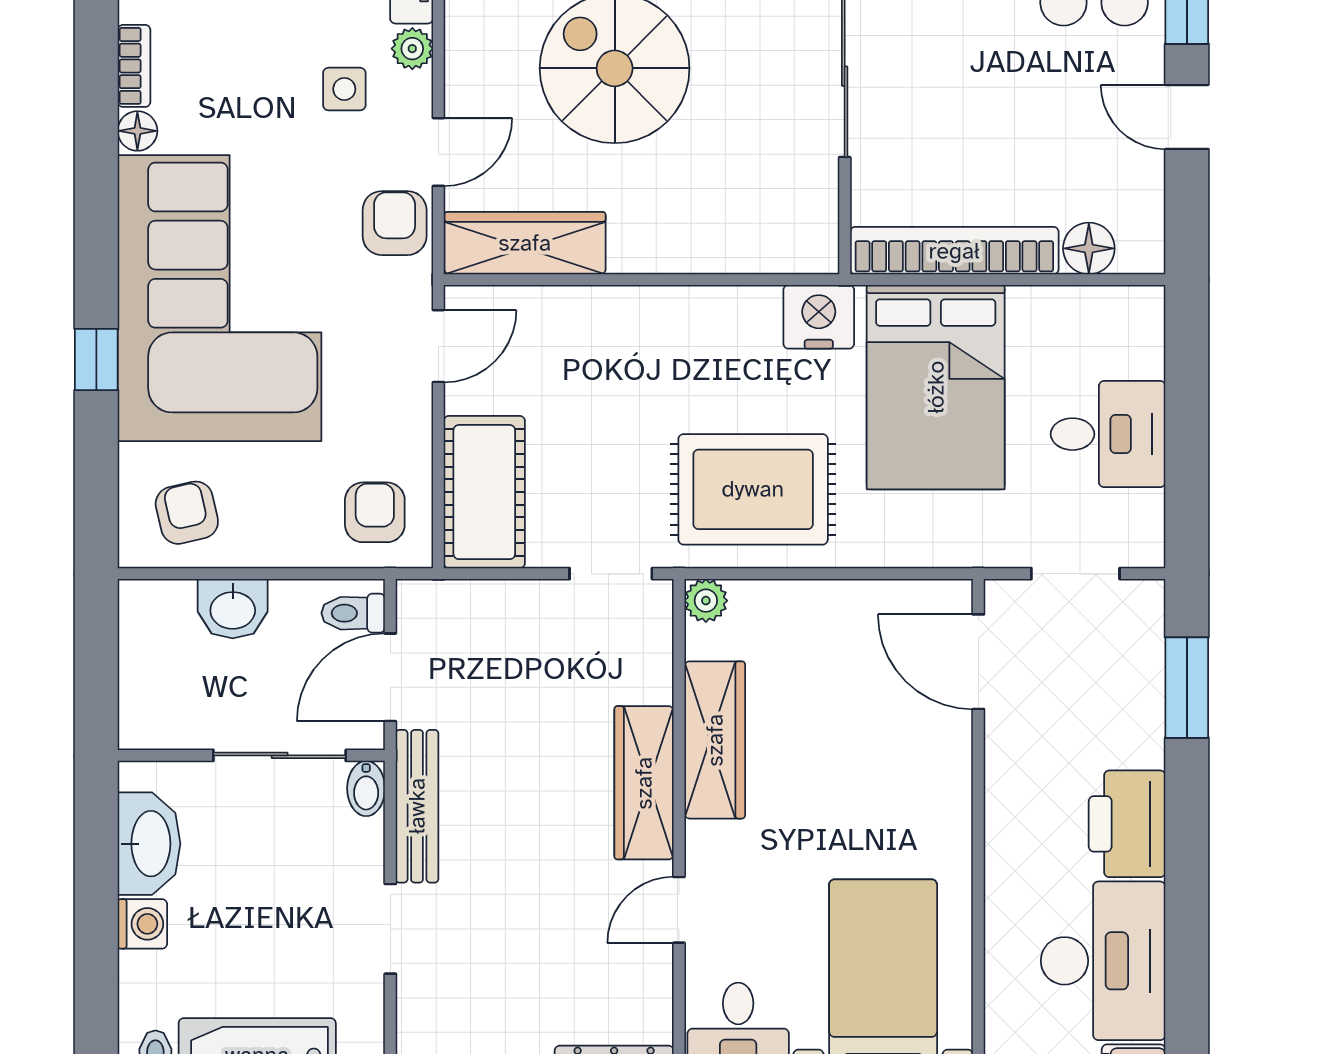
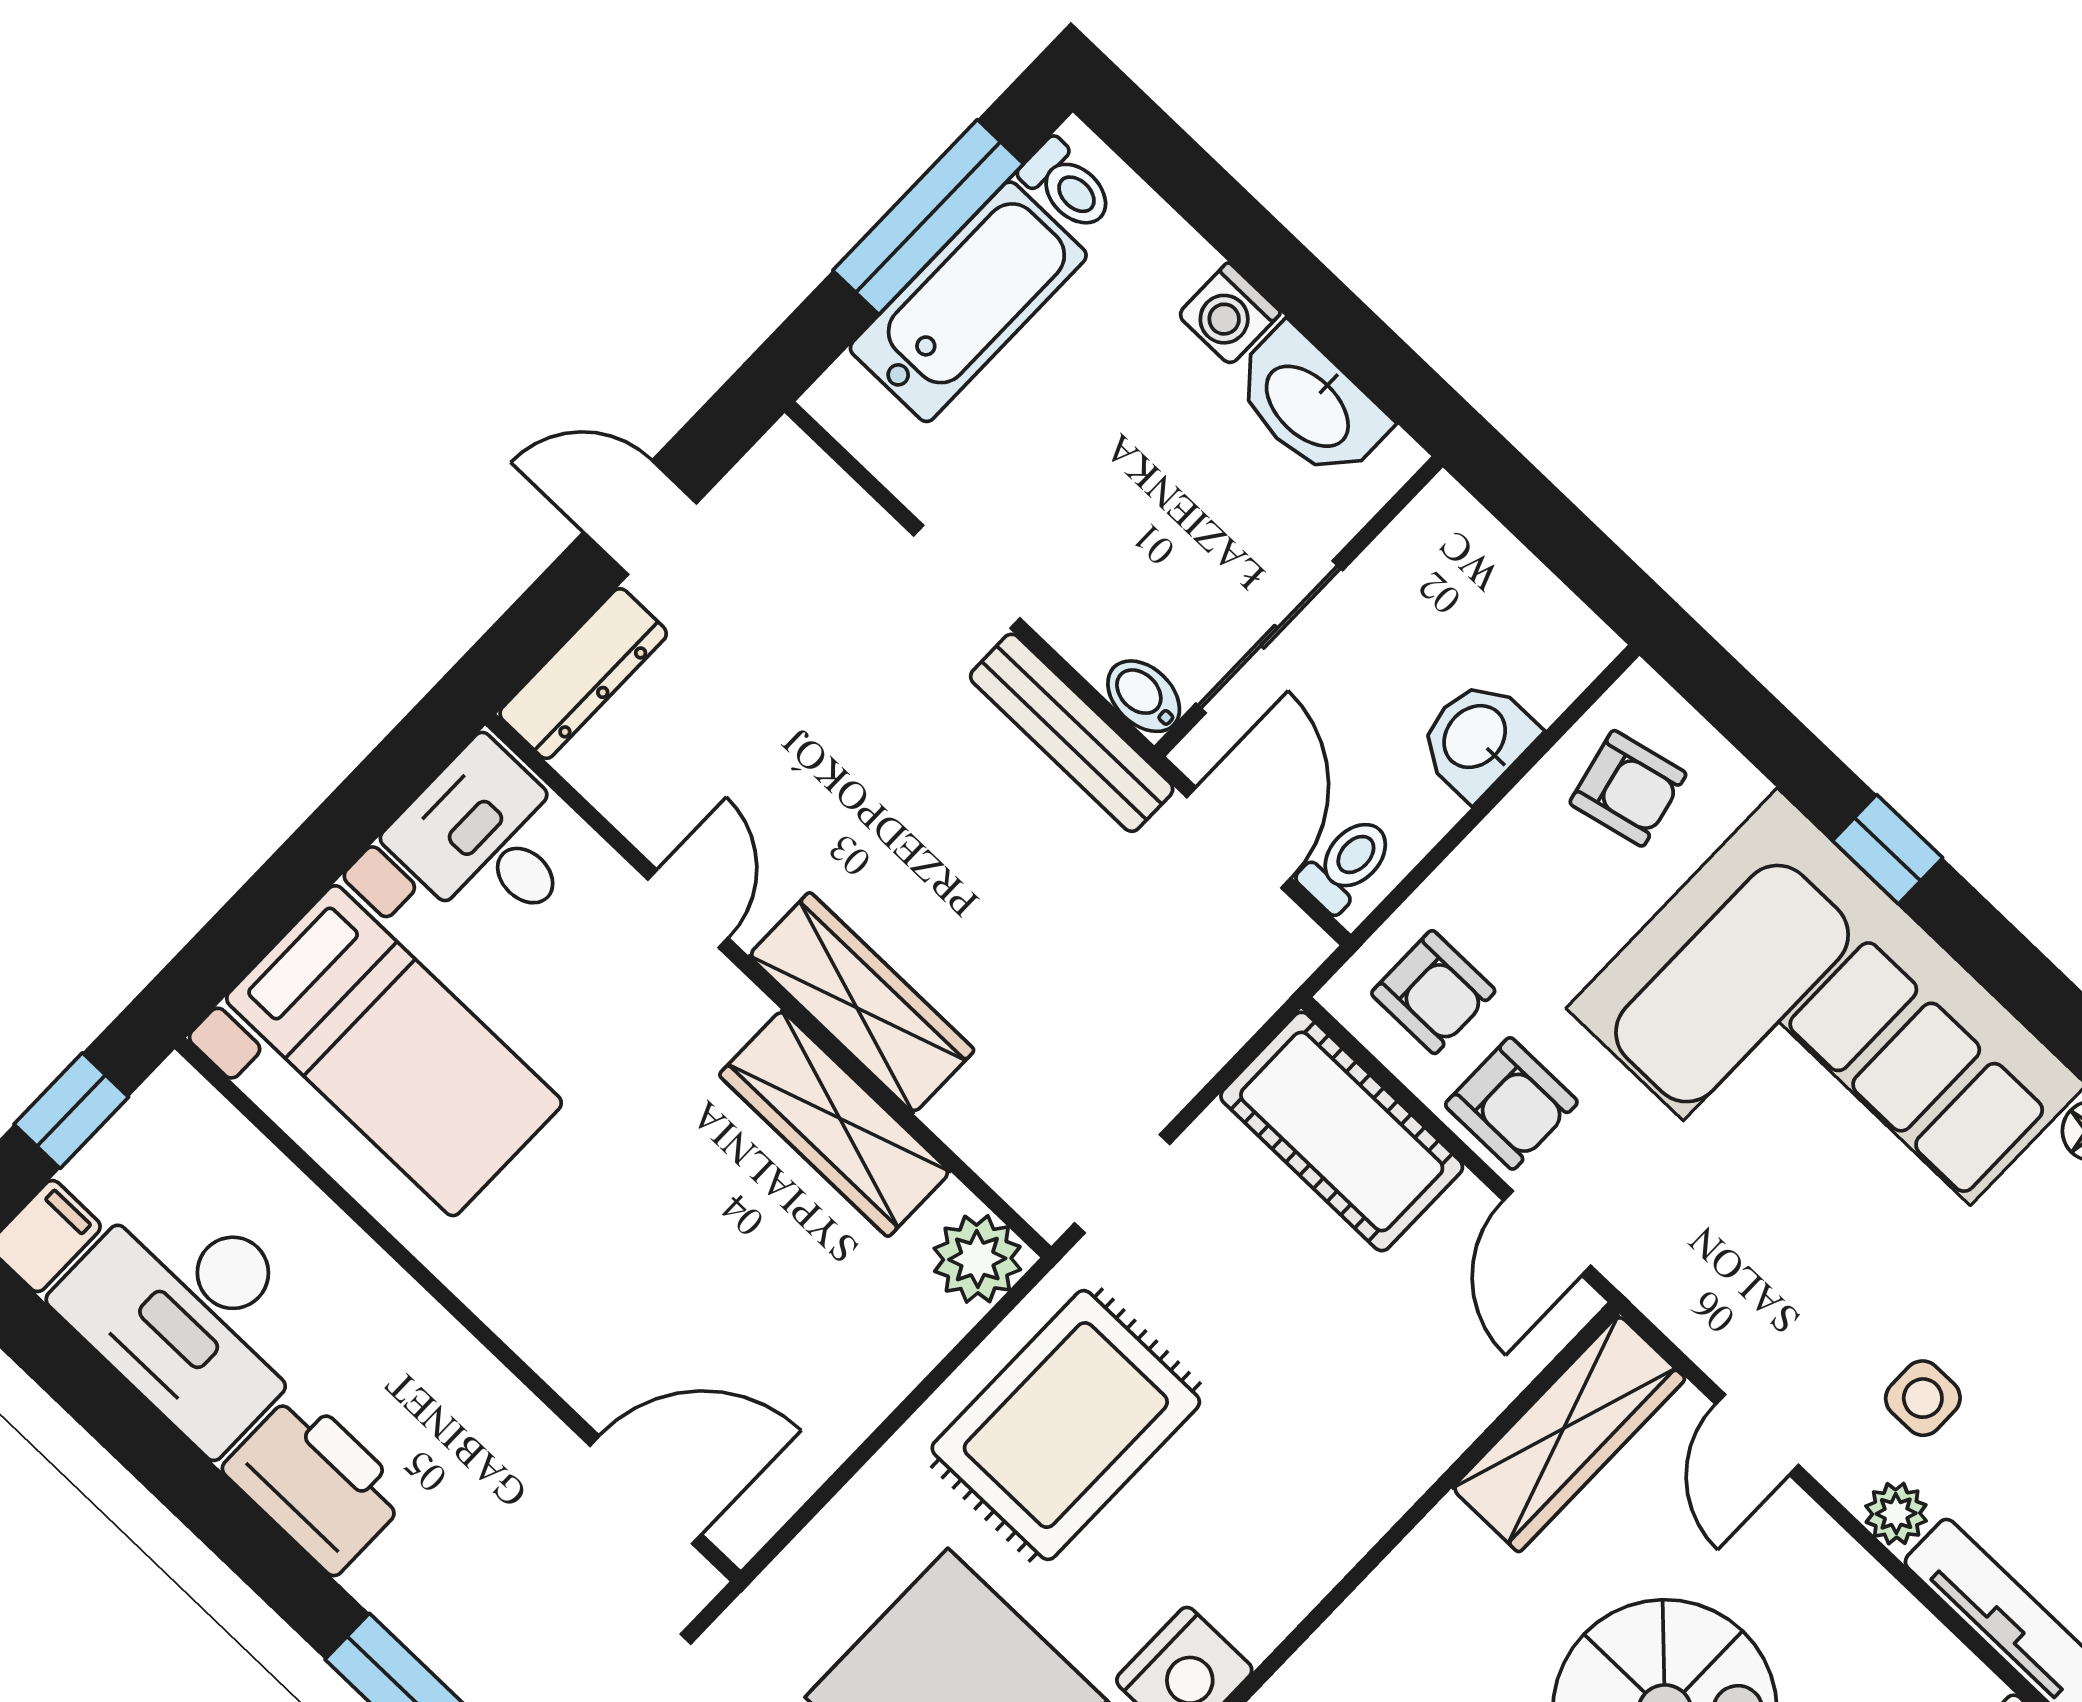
armchair: (395, 223) -> (1511, 1103), moved
plant: (706, 601) -> (977, 1259), width x1.38, depth x1.38

